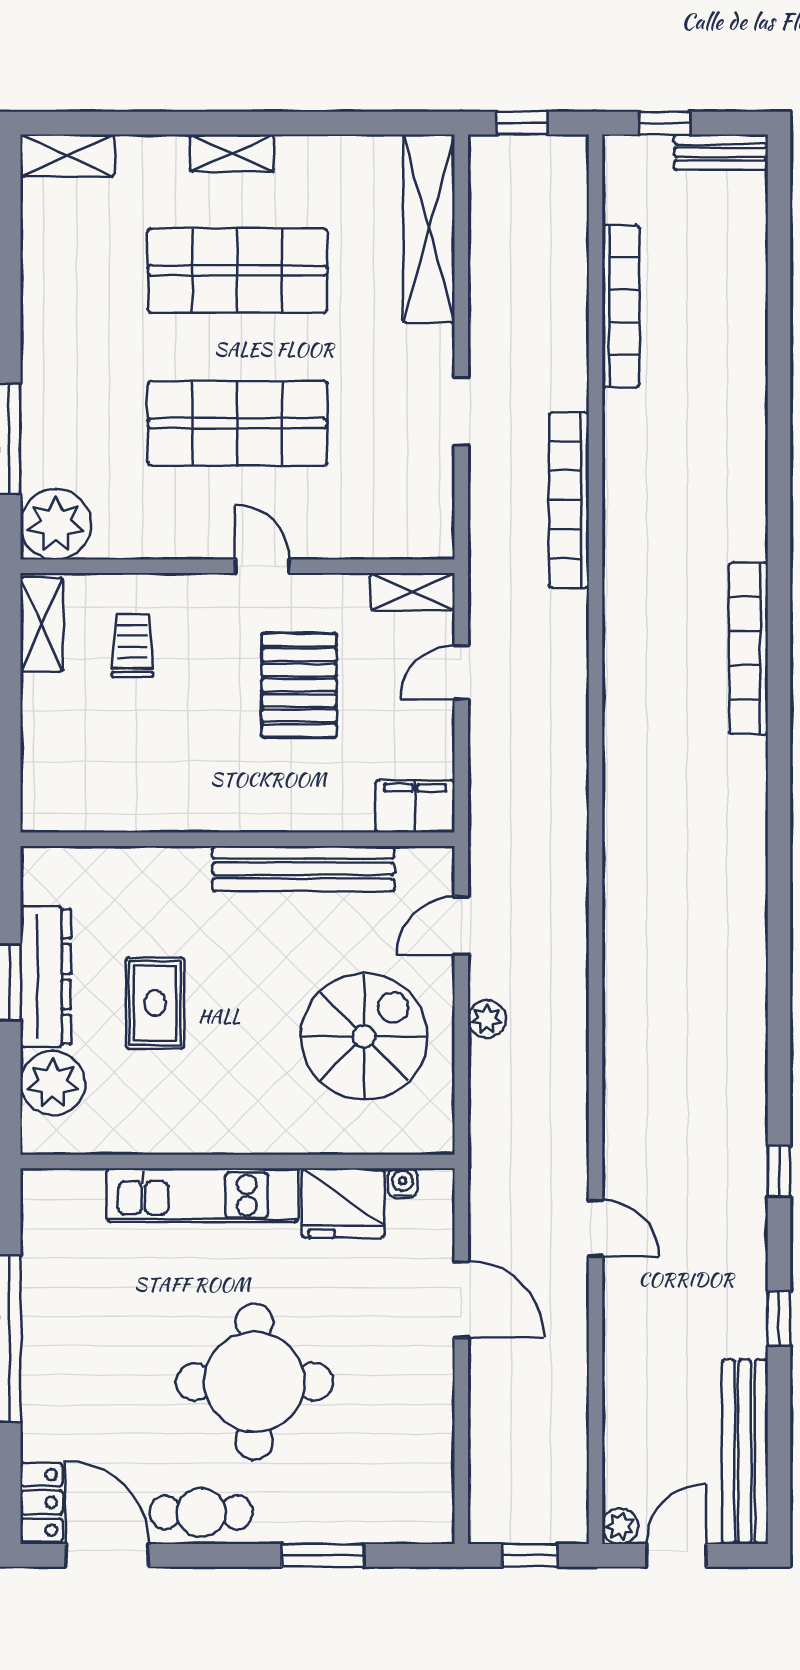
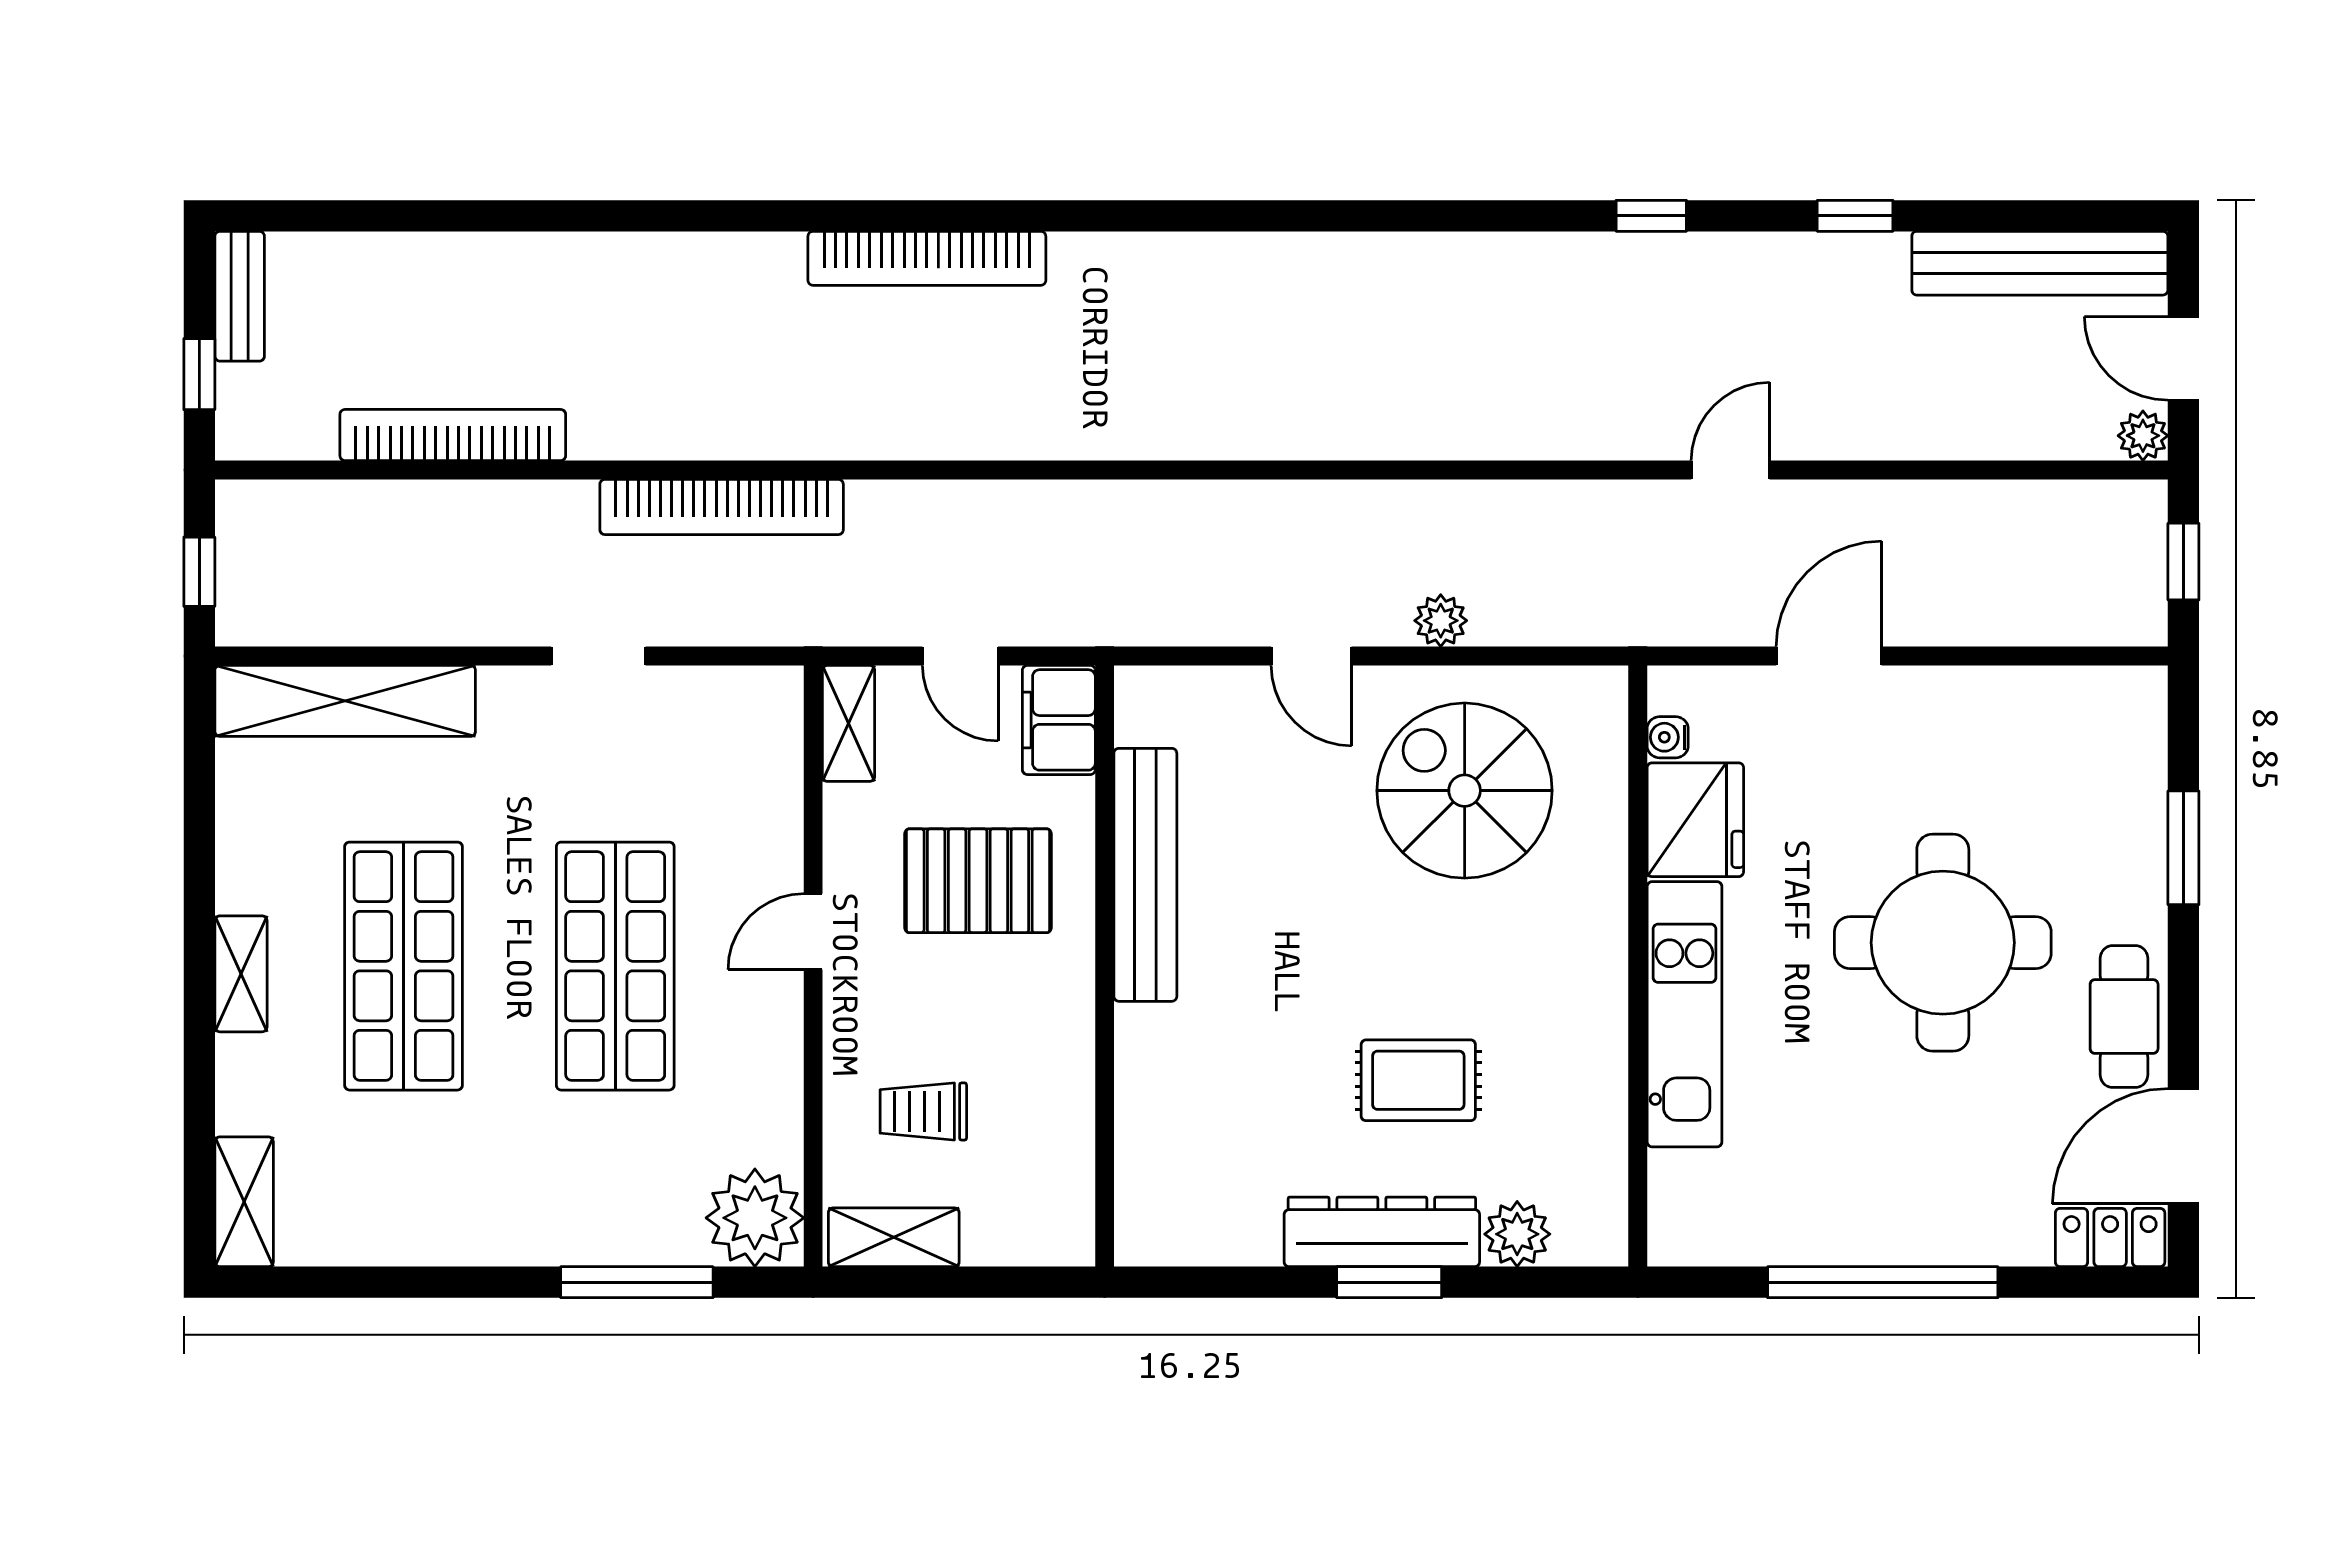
filing cabinet: (415, 806) -> (1059, 720), moved
wall: (237, 839) -> (1105, 966), moved
bench: (303, 869) -> (1145, 875), moved
plant: (53, 1083) -> (1517, 1234), width x0.73, depth x0.73

